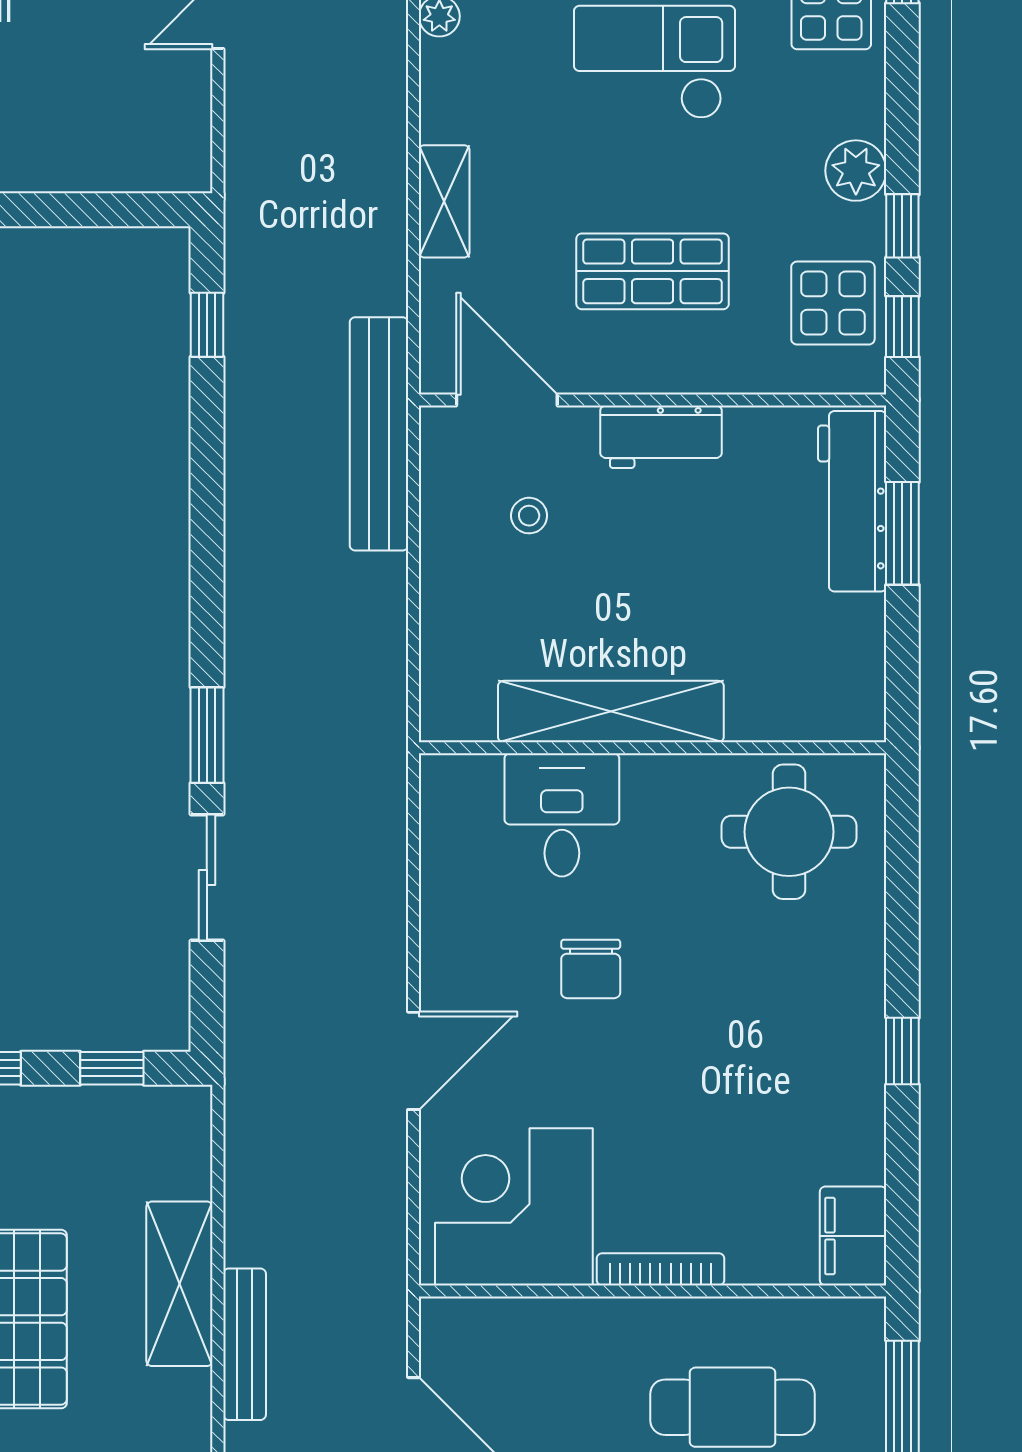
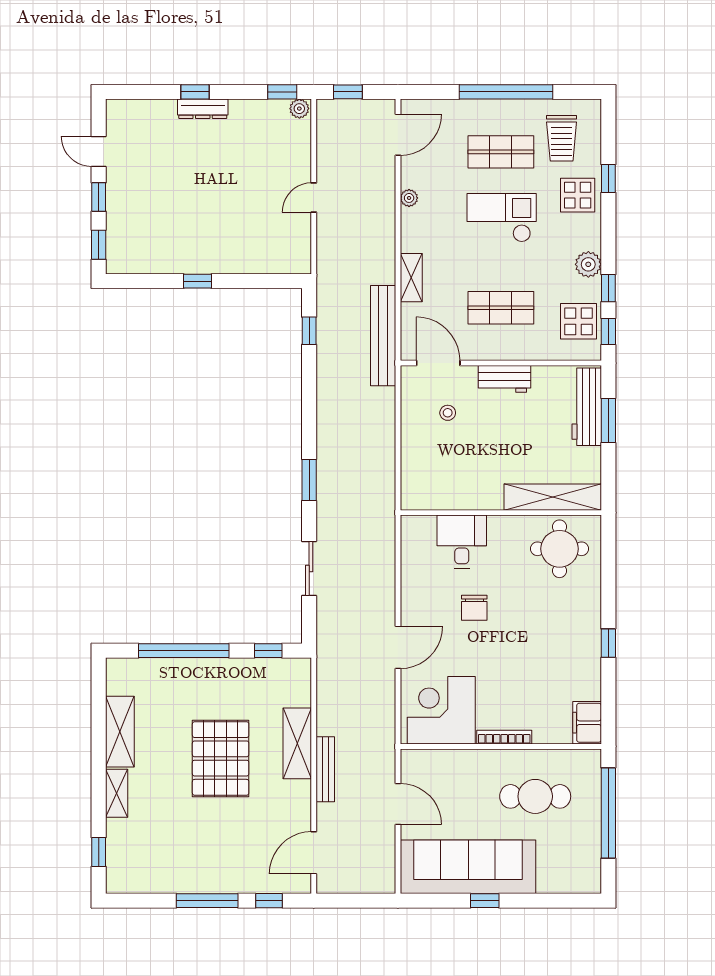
bench: (379, 434) -> (383, 336), moved
shelving: (611, 711) -> (553, 497), moved
window: (207, 735) -> (309, 480), moved

